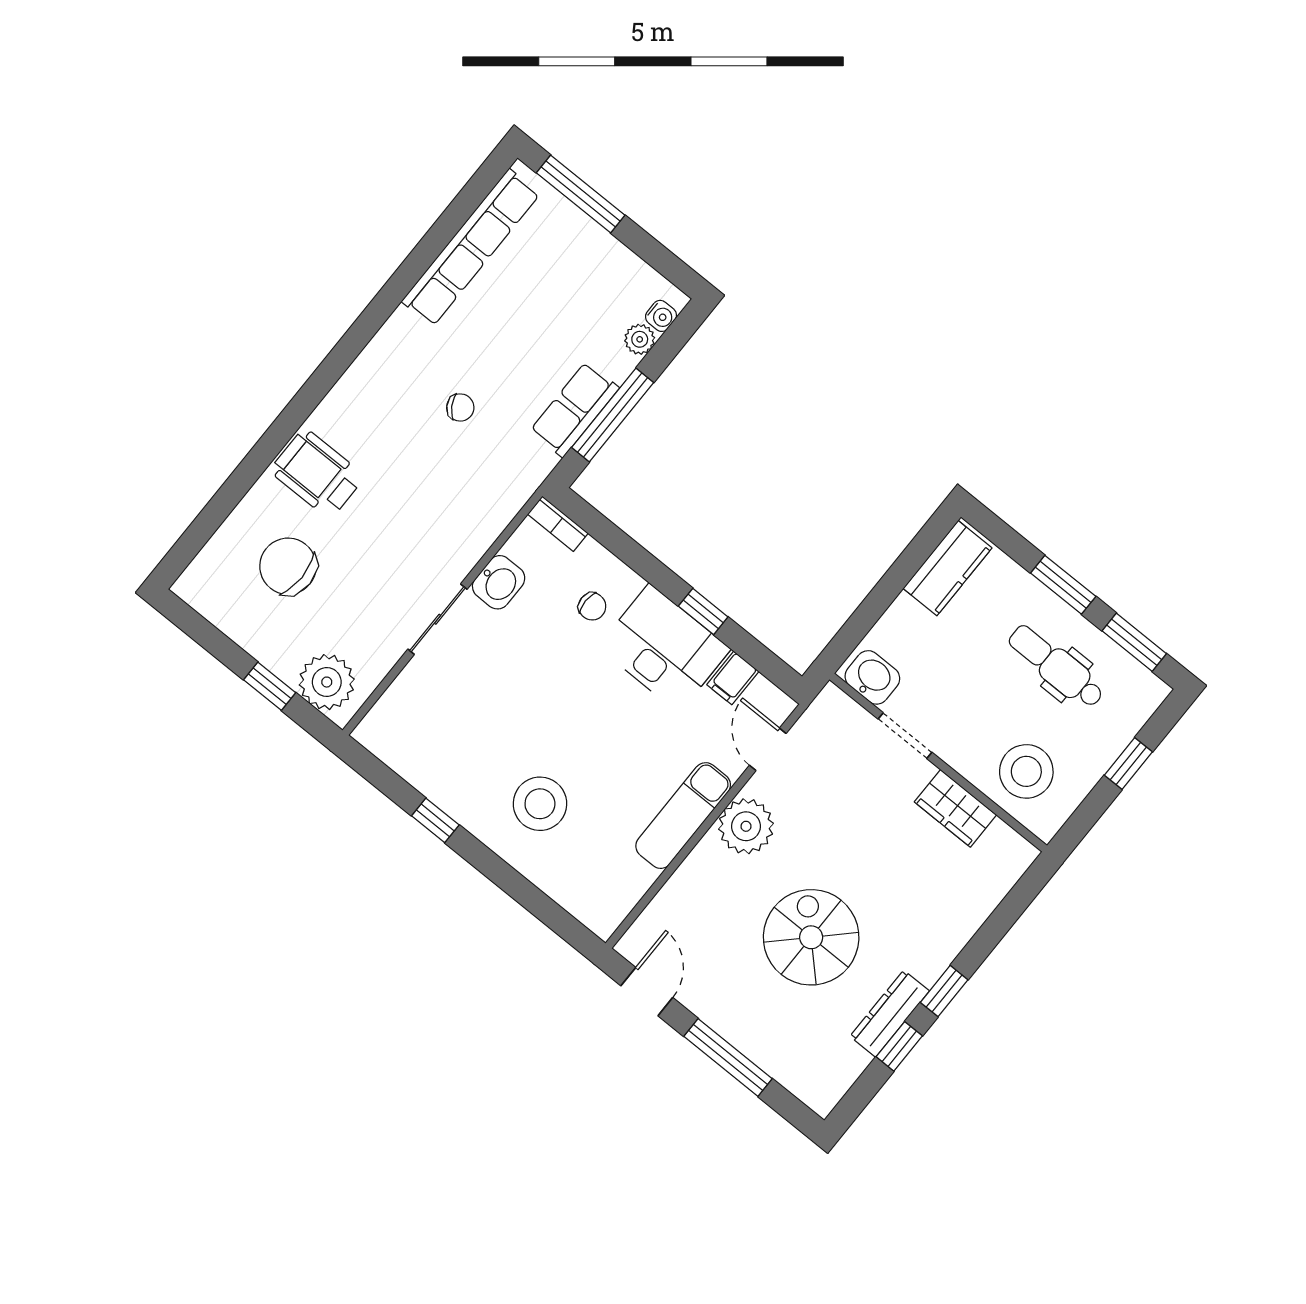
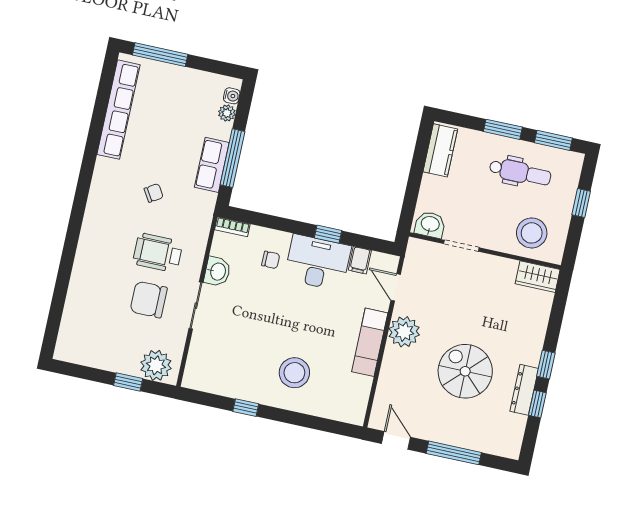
wheelchair: (317, 474) -> (158, 253), moved
chair: (288, 566) -> (149, 300), moved
dental chair: (1056, 666) -> (520, 172), turned 180
wardrobe: (955, 808) -> (538, 277), moved

